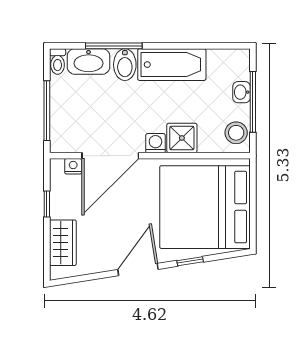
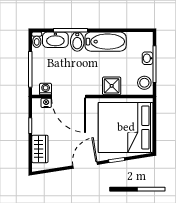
washing machine: (155, 143) -> (46, 89), moved
door: (110, 156) -> (69, 96), hinge flipped

